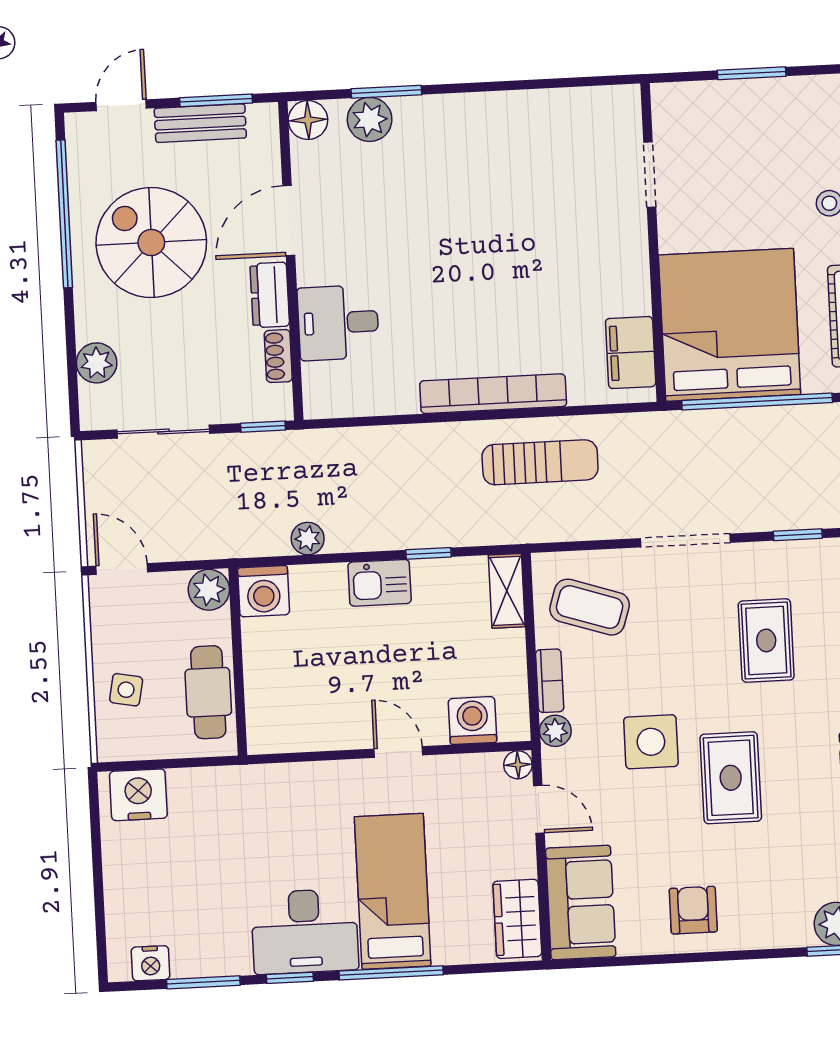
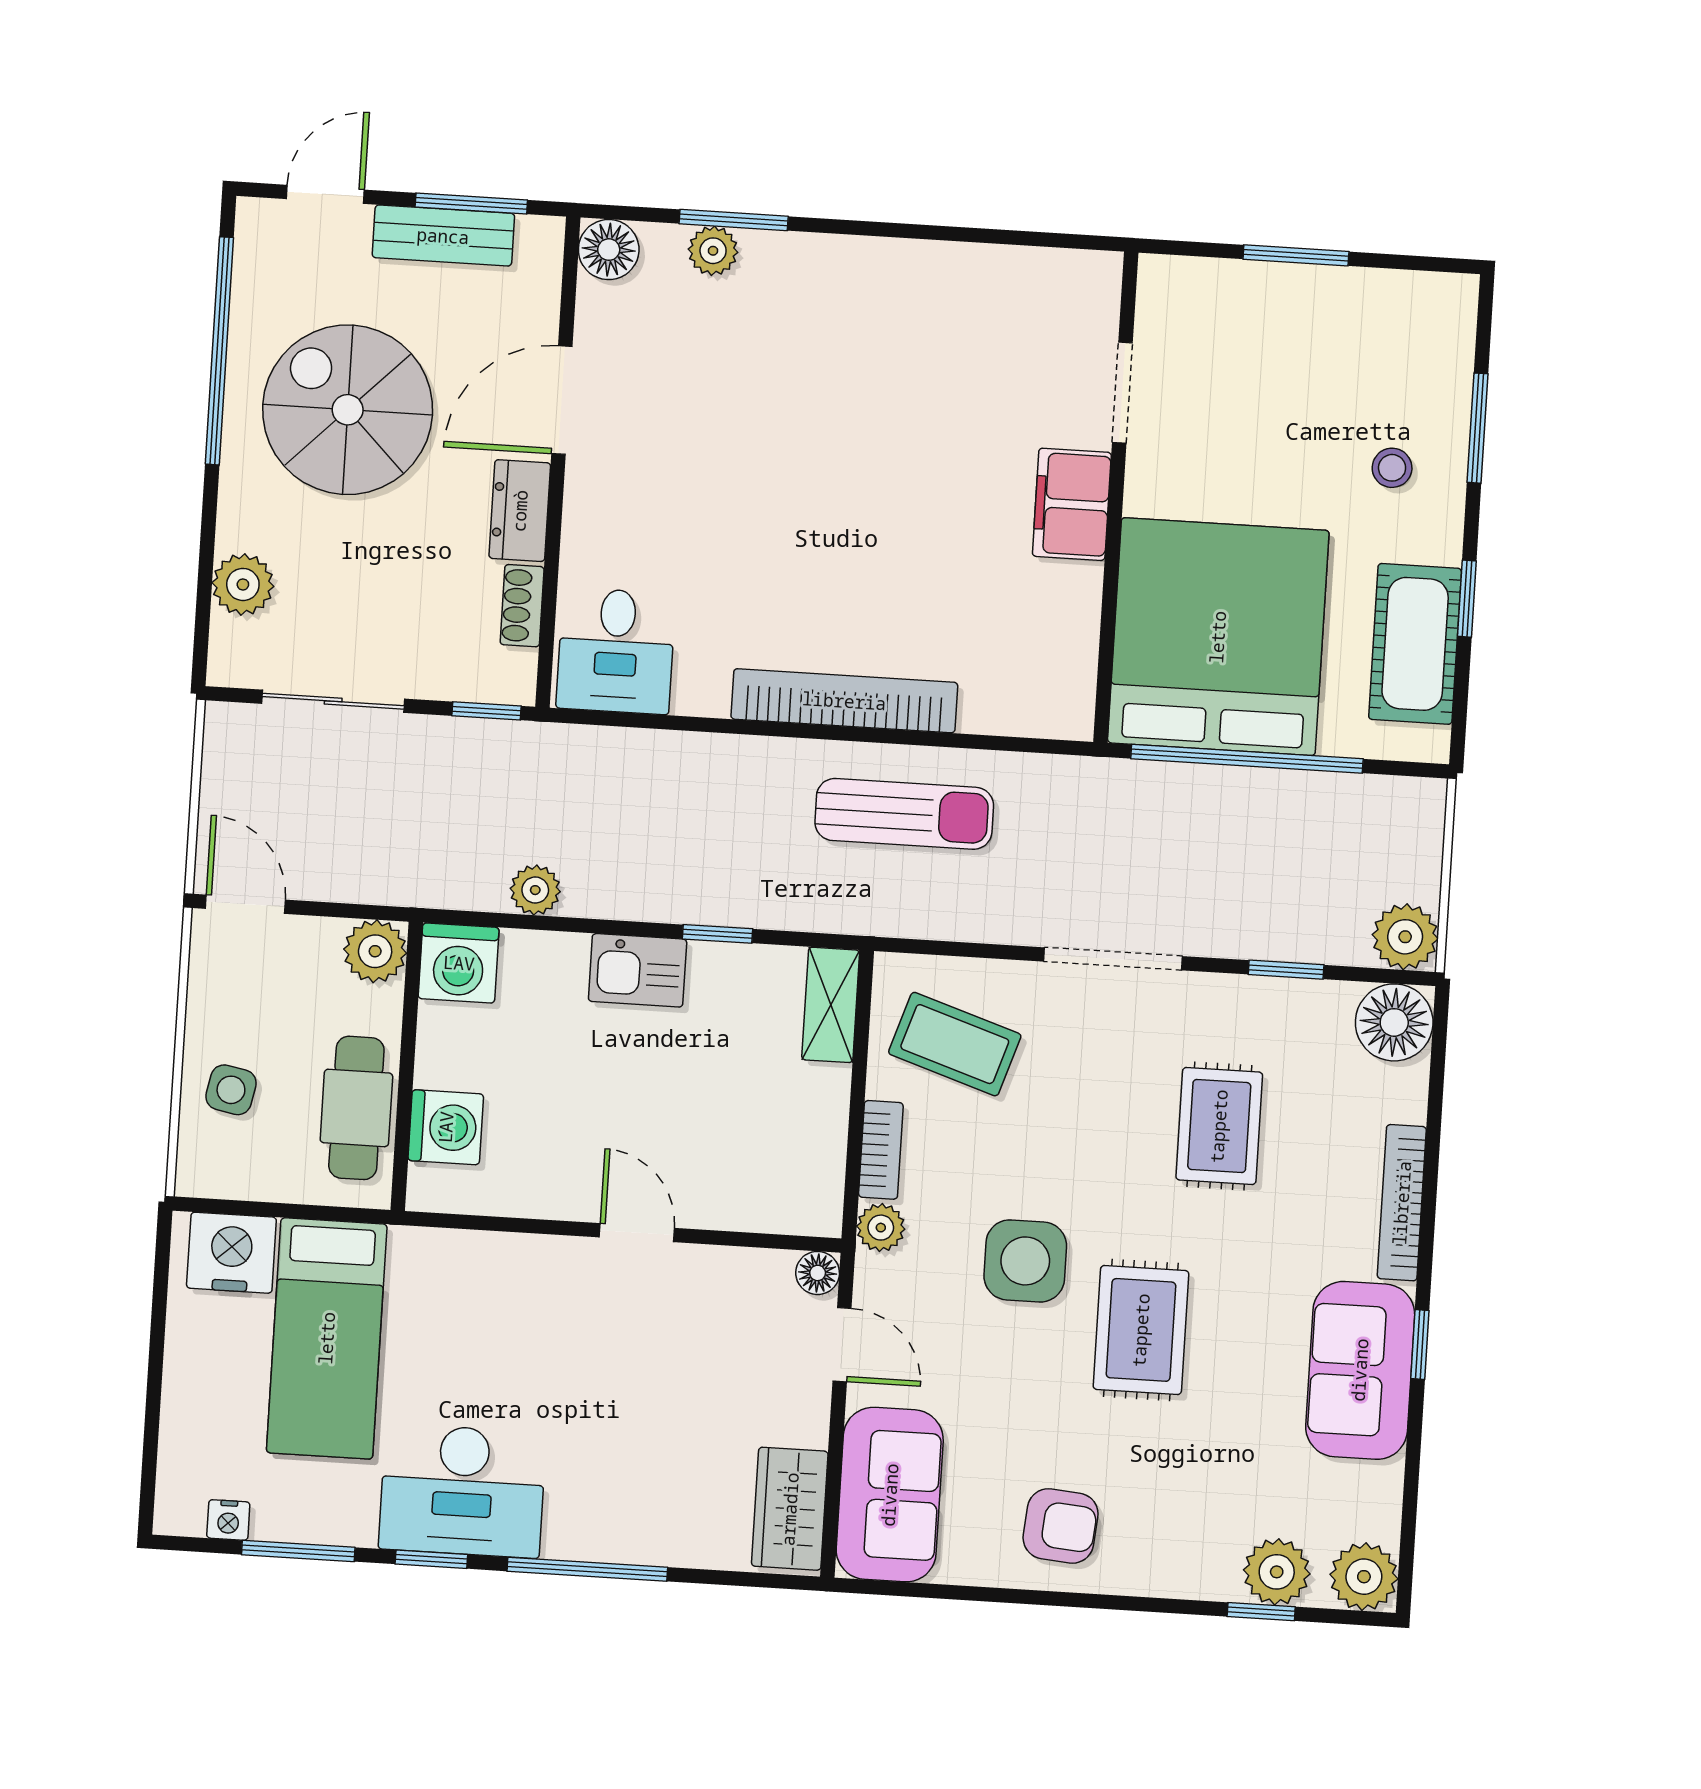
plant: (370, 119) -> (713, 251), width x0.73, depth x0.73
desk: (338, 323) -> (616, 651), moved, turned -90
filing cabinet: (631, 353) -> (1072, 504), moved
washing machine: (472, 721) -> (446, 1127), moved, turned 90
bed: (393, 891) -> (327, 1338), moved, turned 180
armchair: (693, 910) -> (1061, 1526), turned 95
nightstand: (151, 963) -> (228, 1520), width x0.72, depth x0.74

